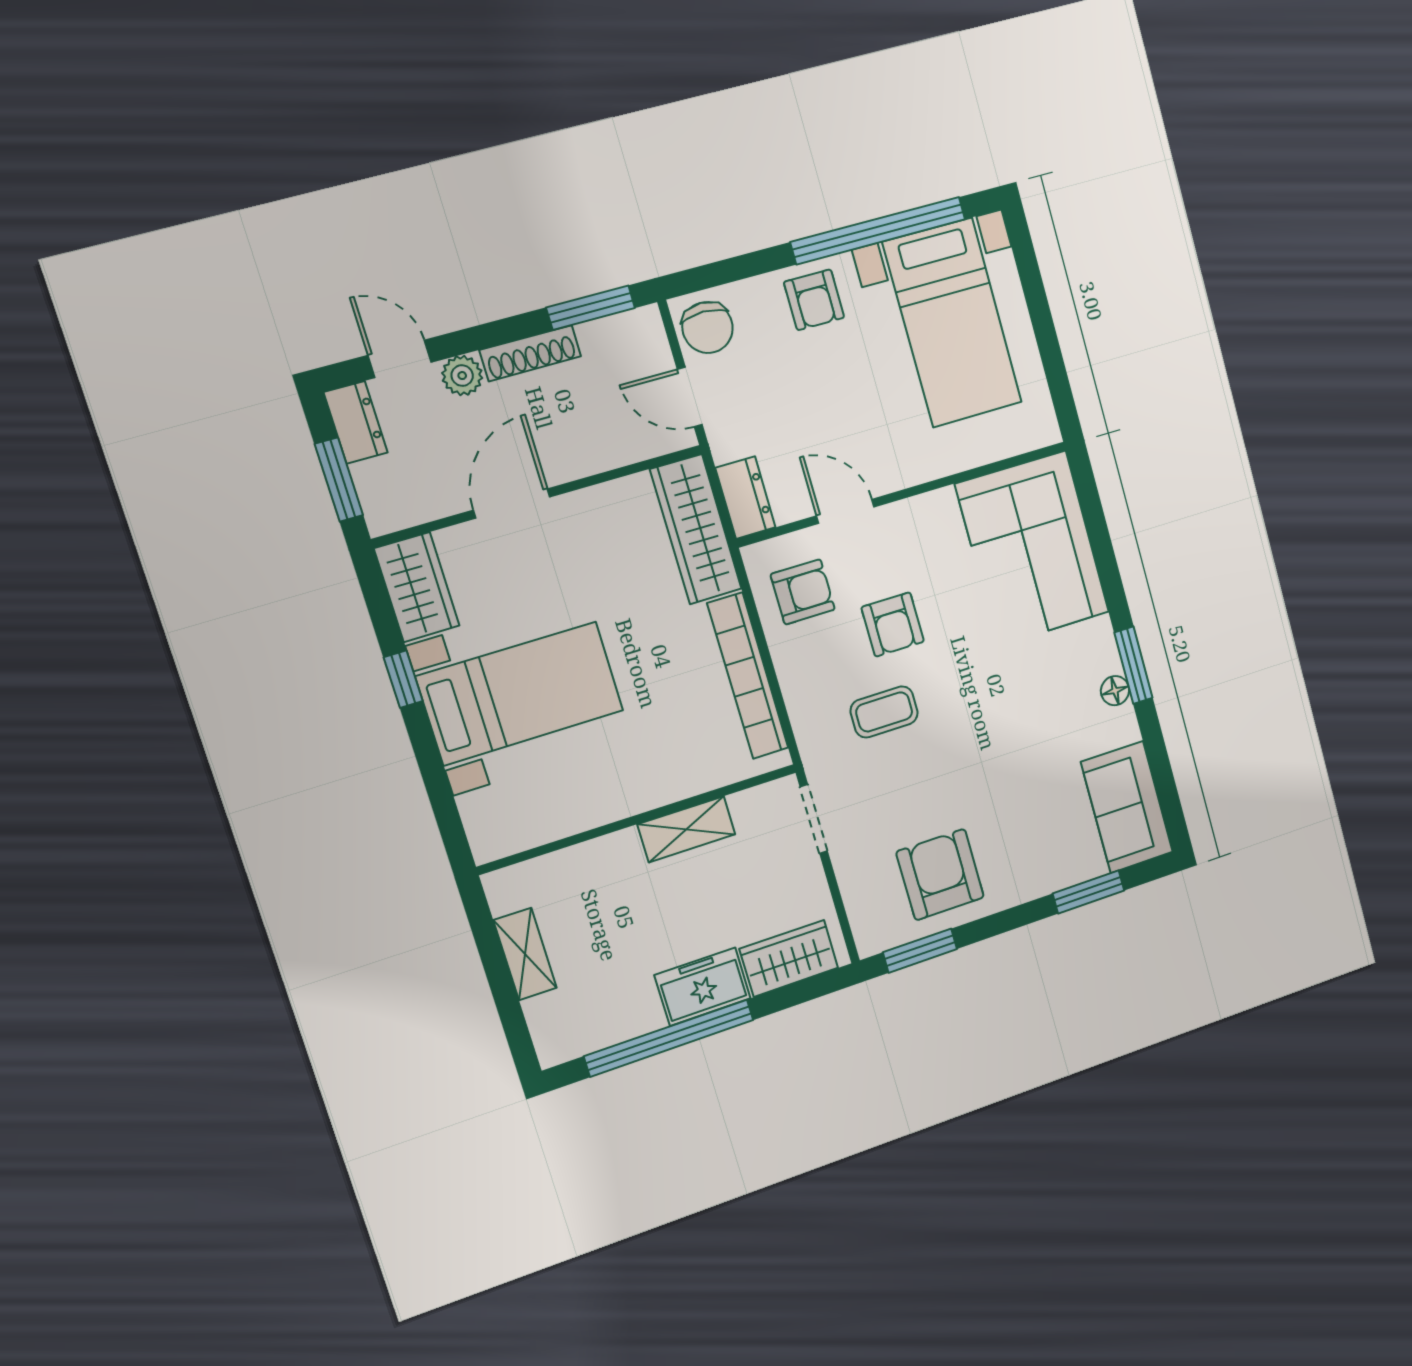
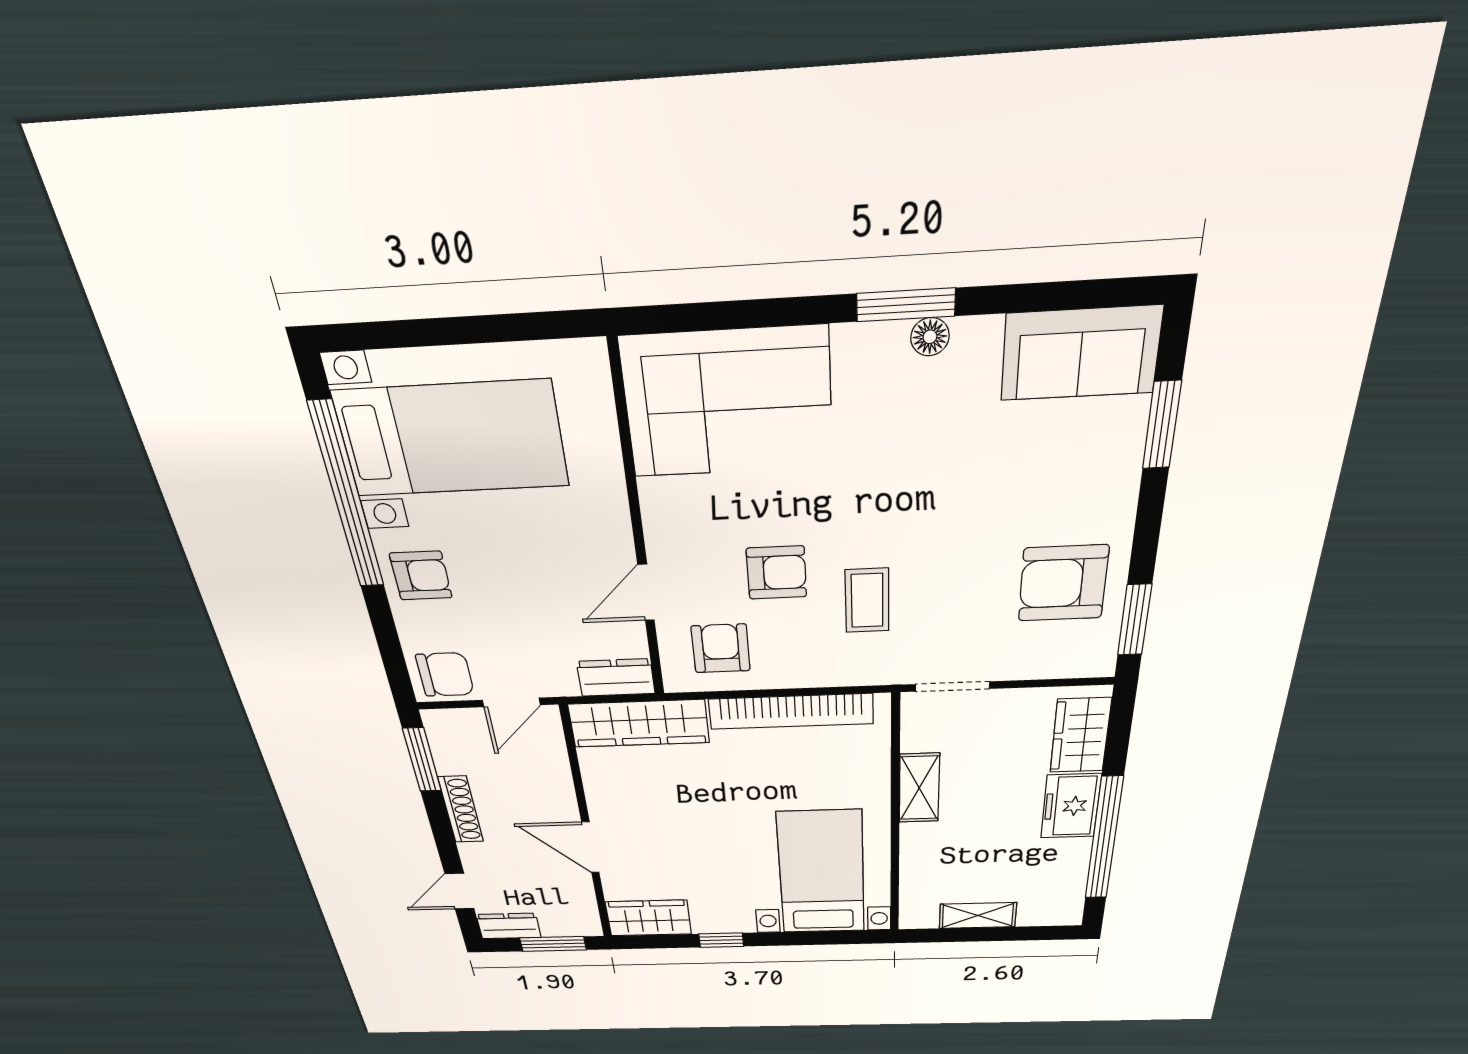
plant: (462, 376) -> (477, 857), removed
bed with nightstands: (520, 693) -> (821, 873), moved

